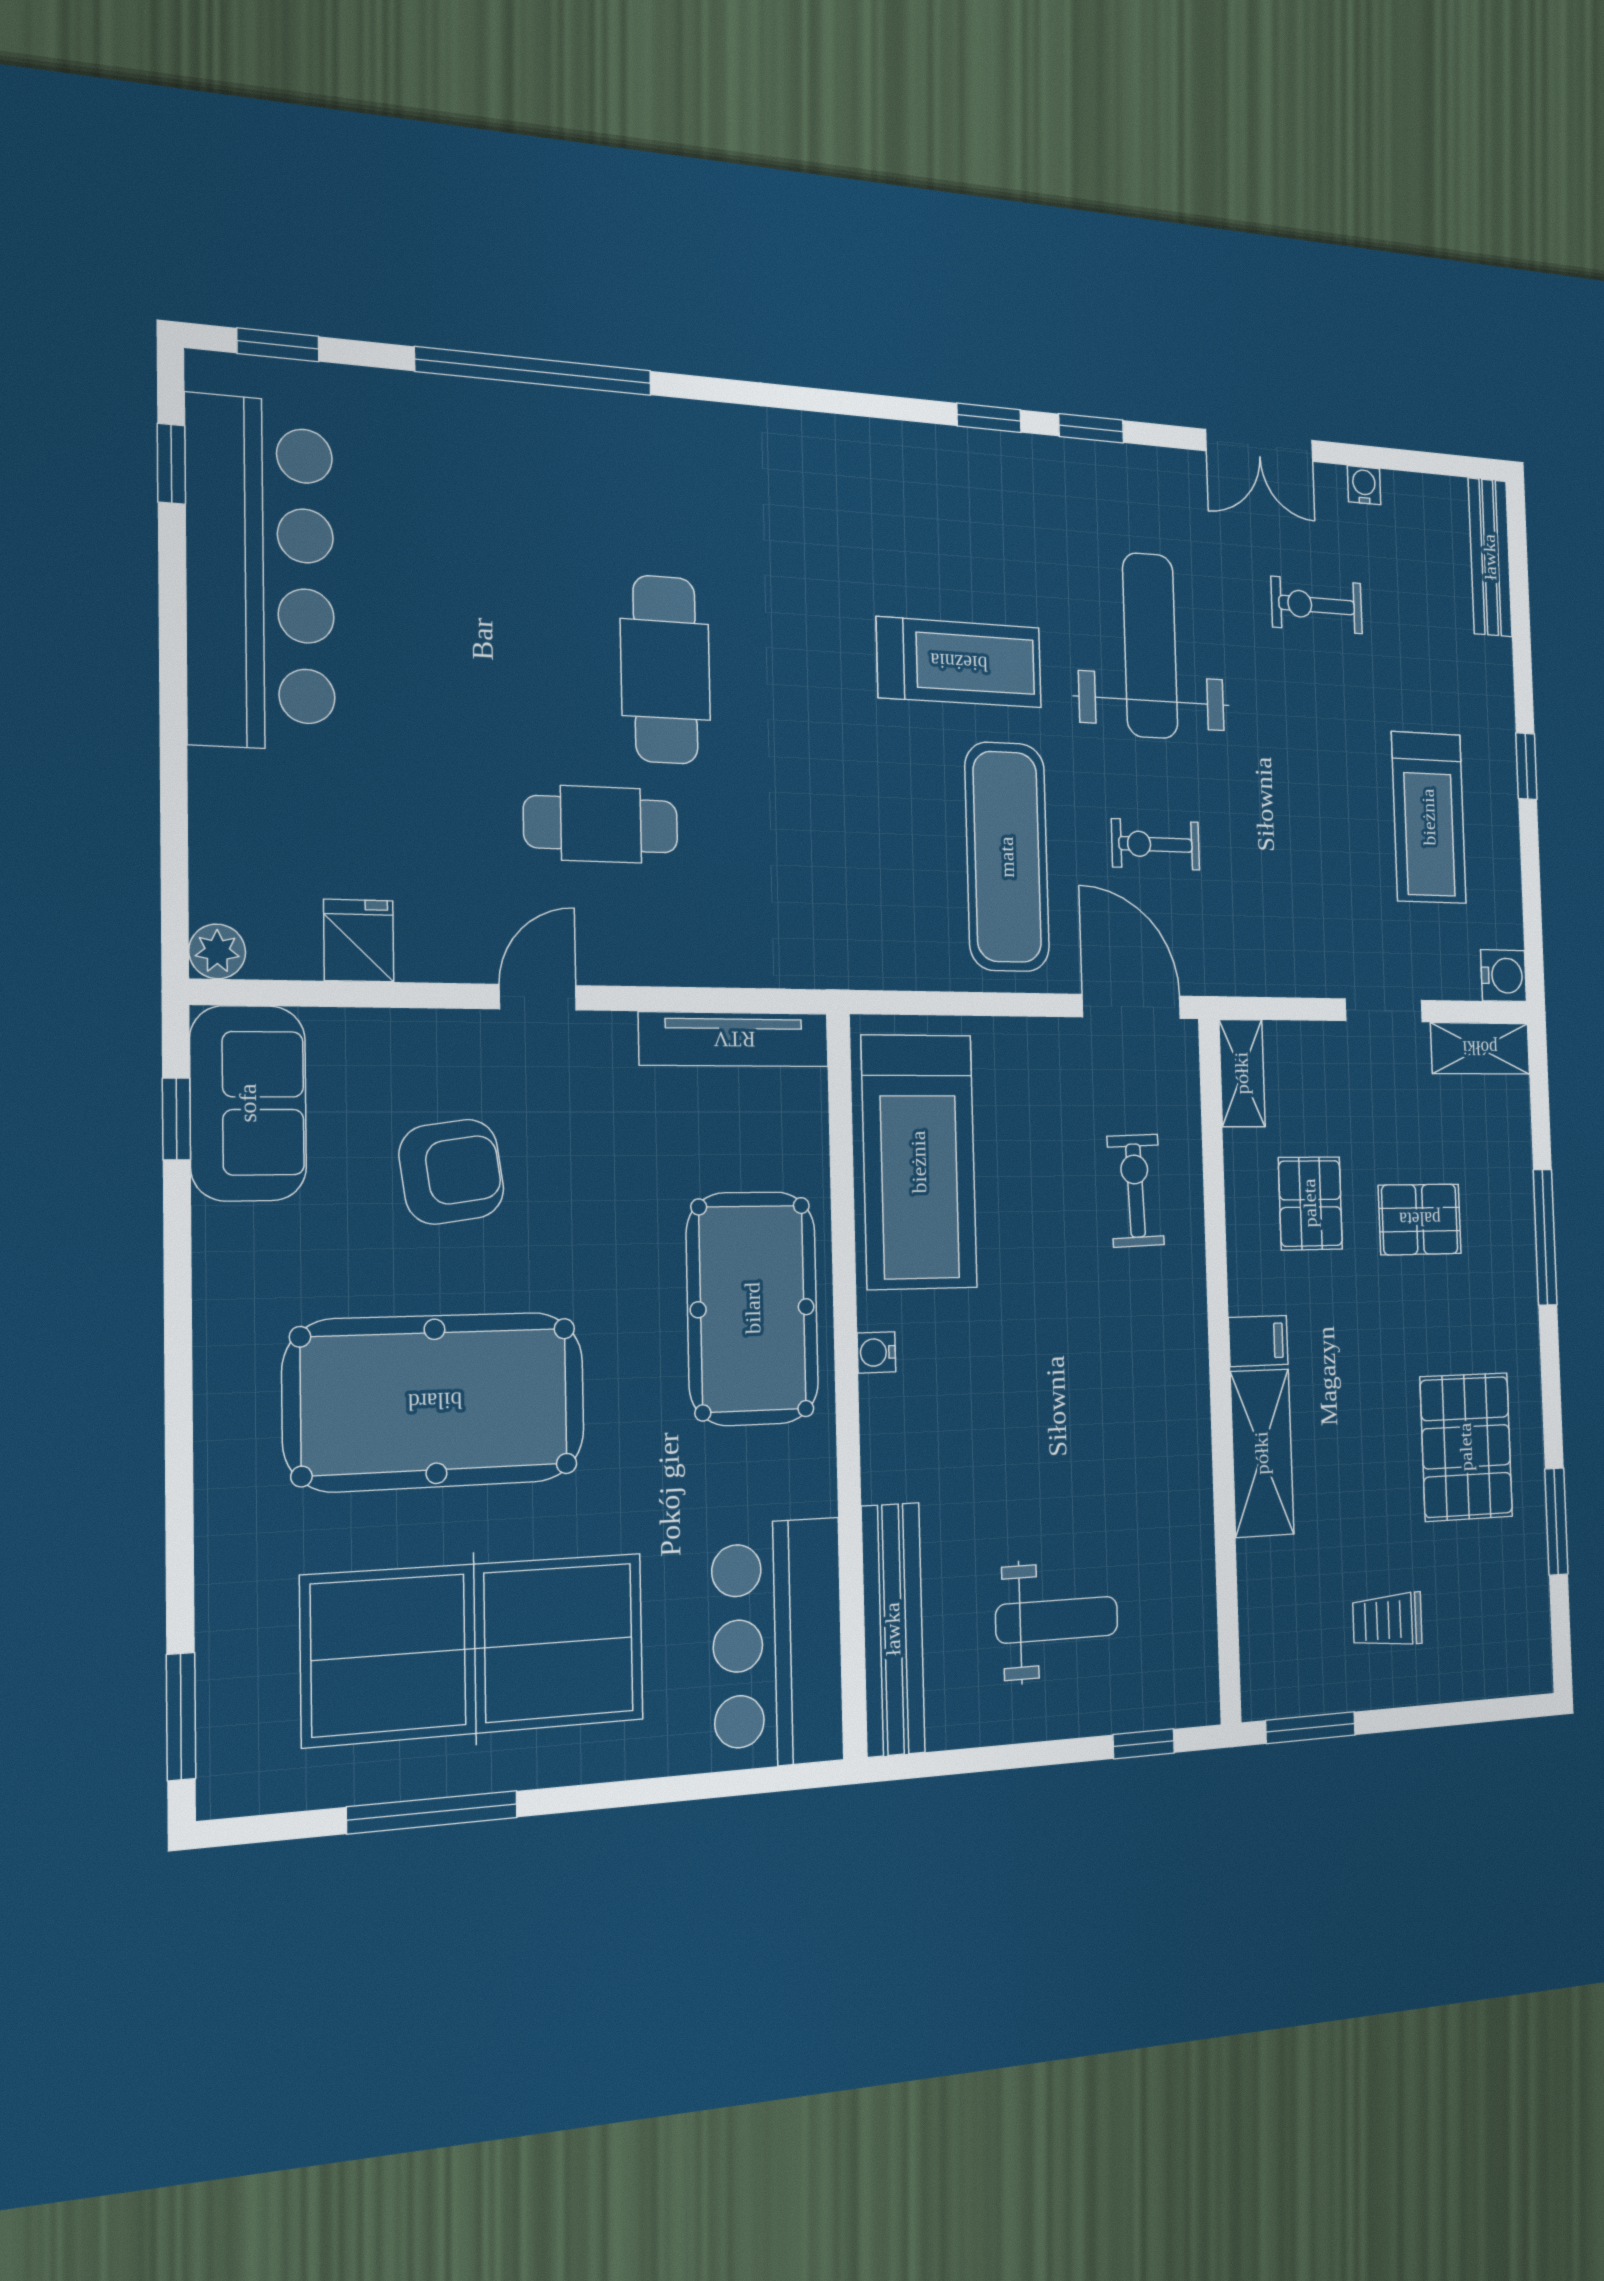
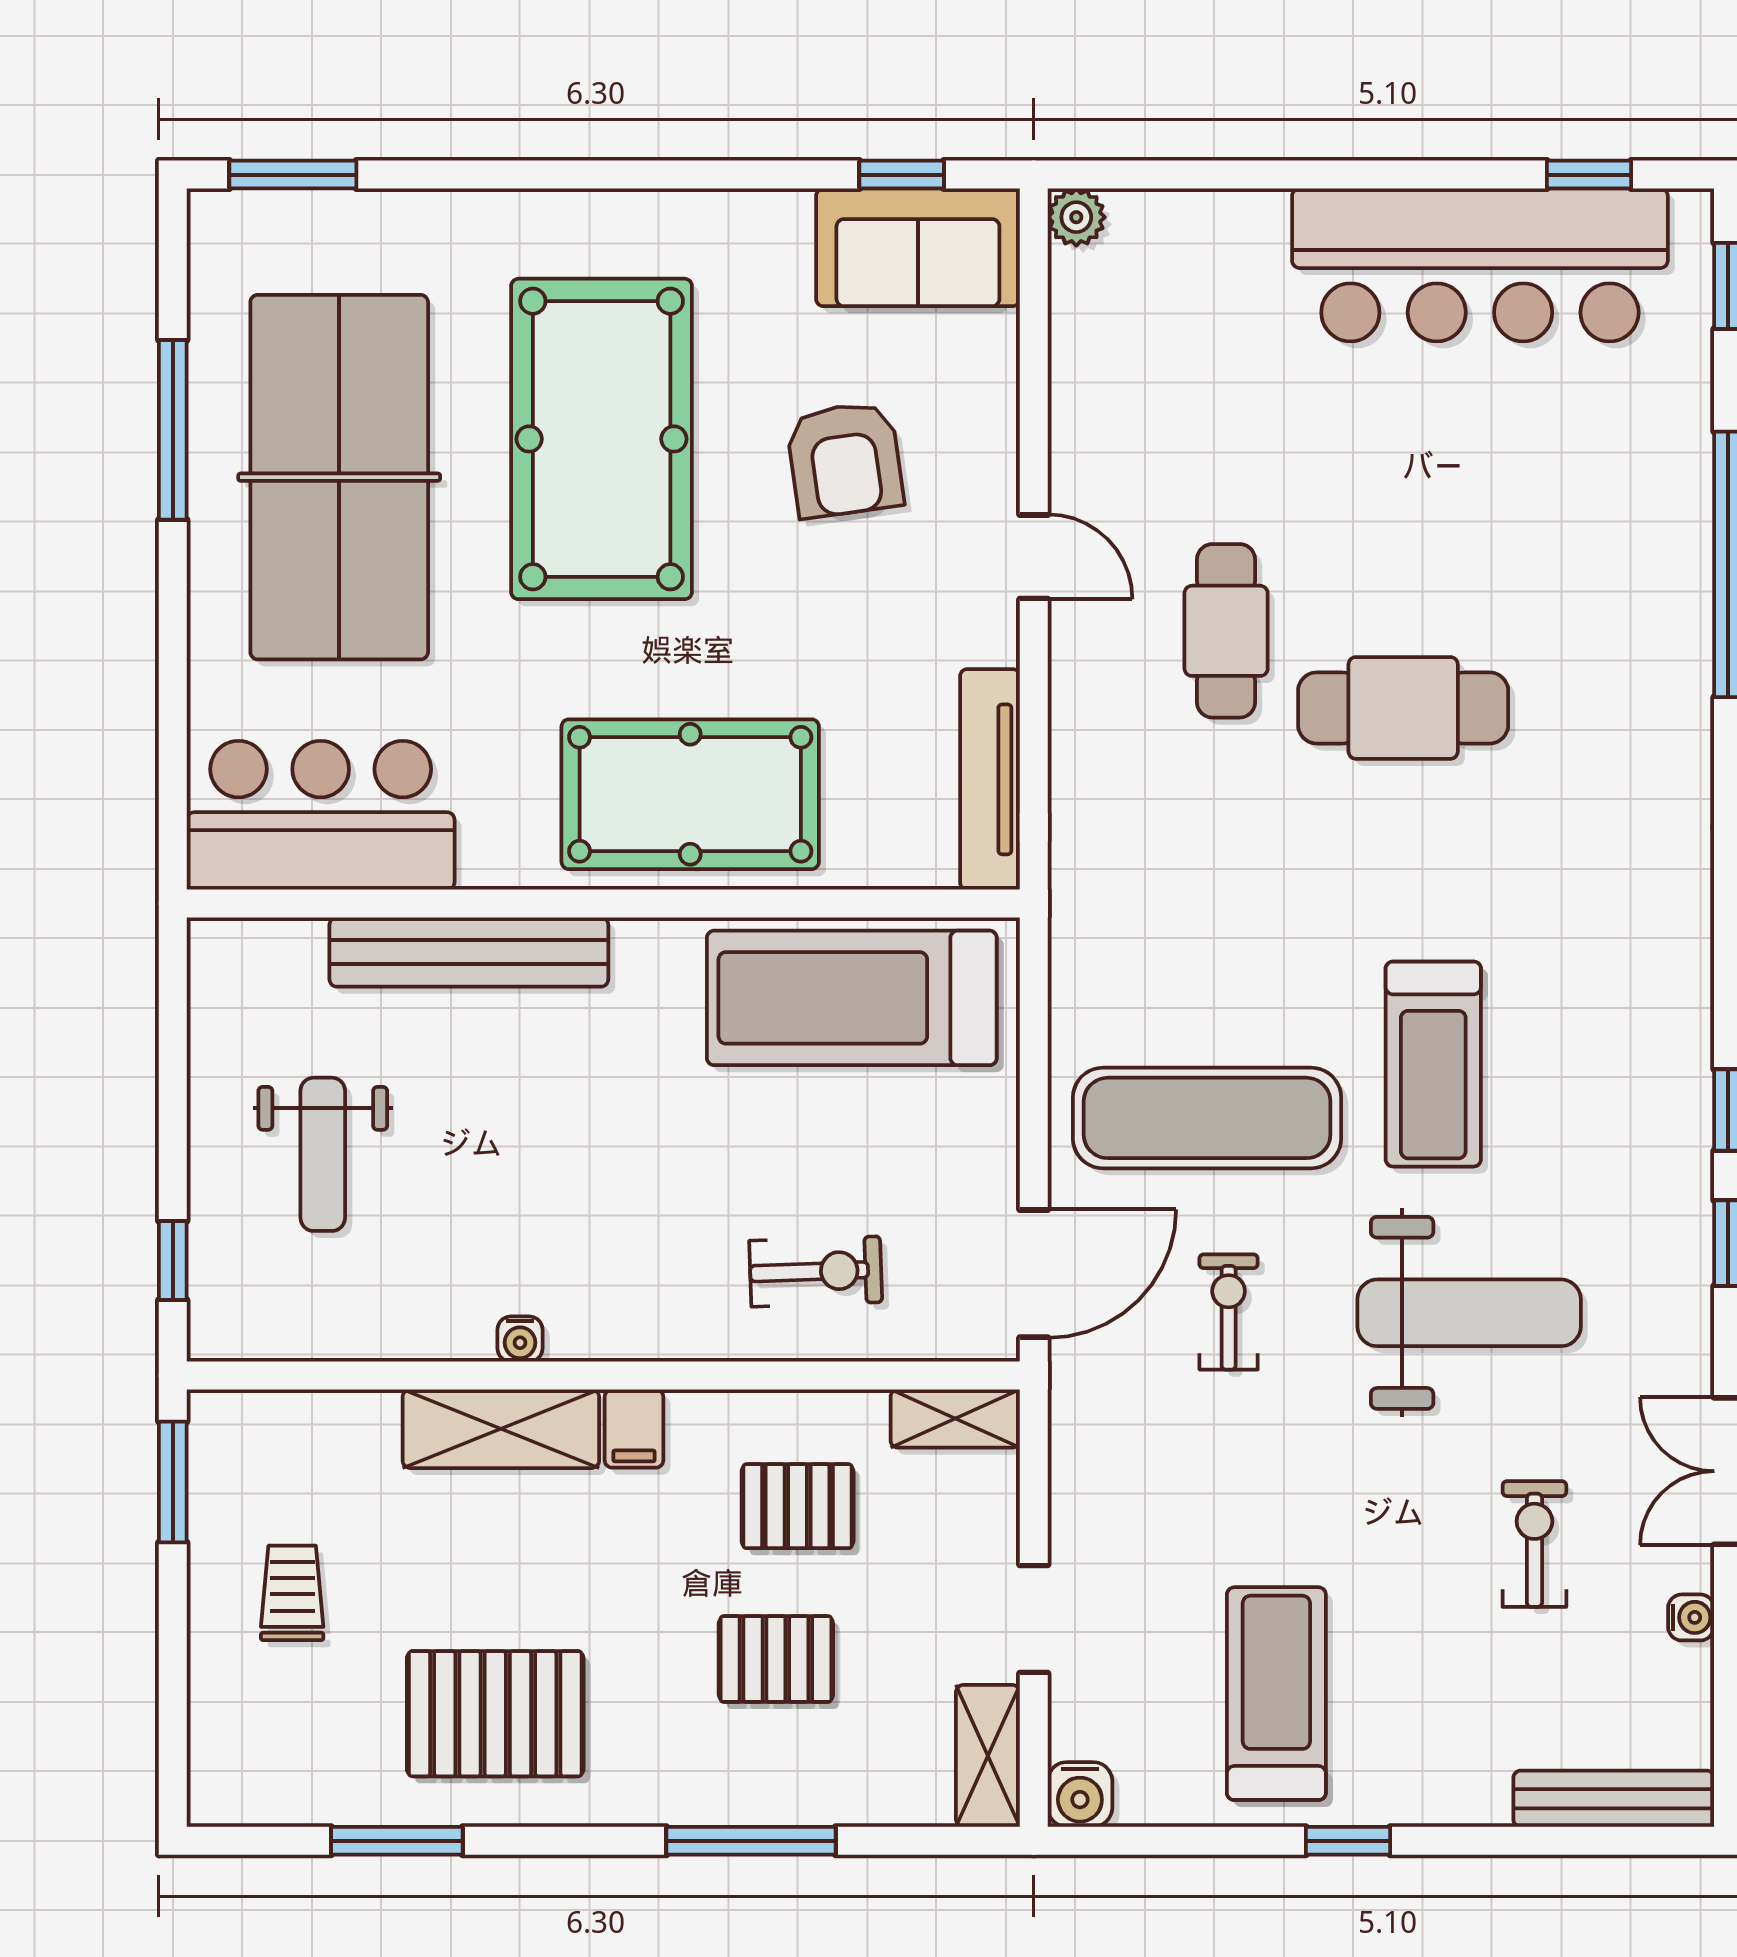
treadmill: (1429, 817) -> (1276, 1694), turned 90
fridge: (359, 941) -> (1091, 364), removed
pallet: (1420, 1219) -> (776, 1659), turned 90
water cooler: (876, 1352) -> (520, 1339), moved, turned 180
bench: (893, 1629) -> (469, 952), moved

